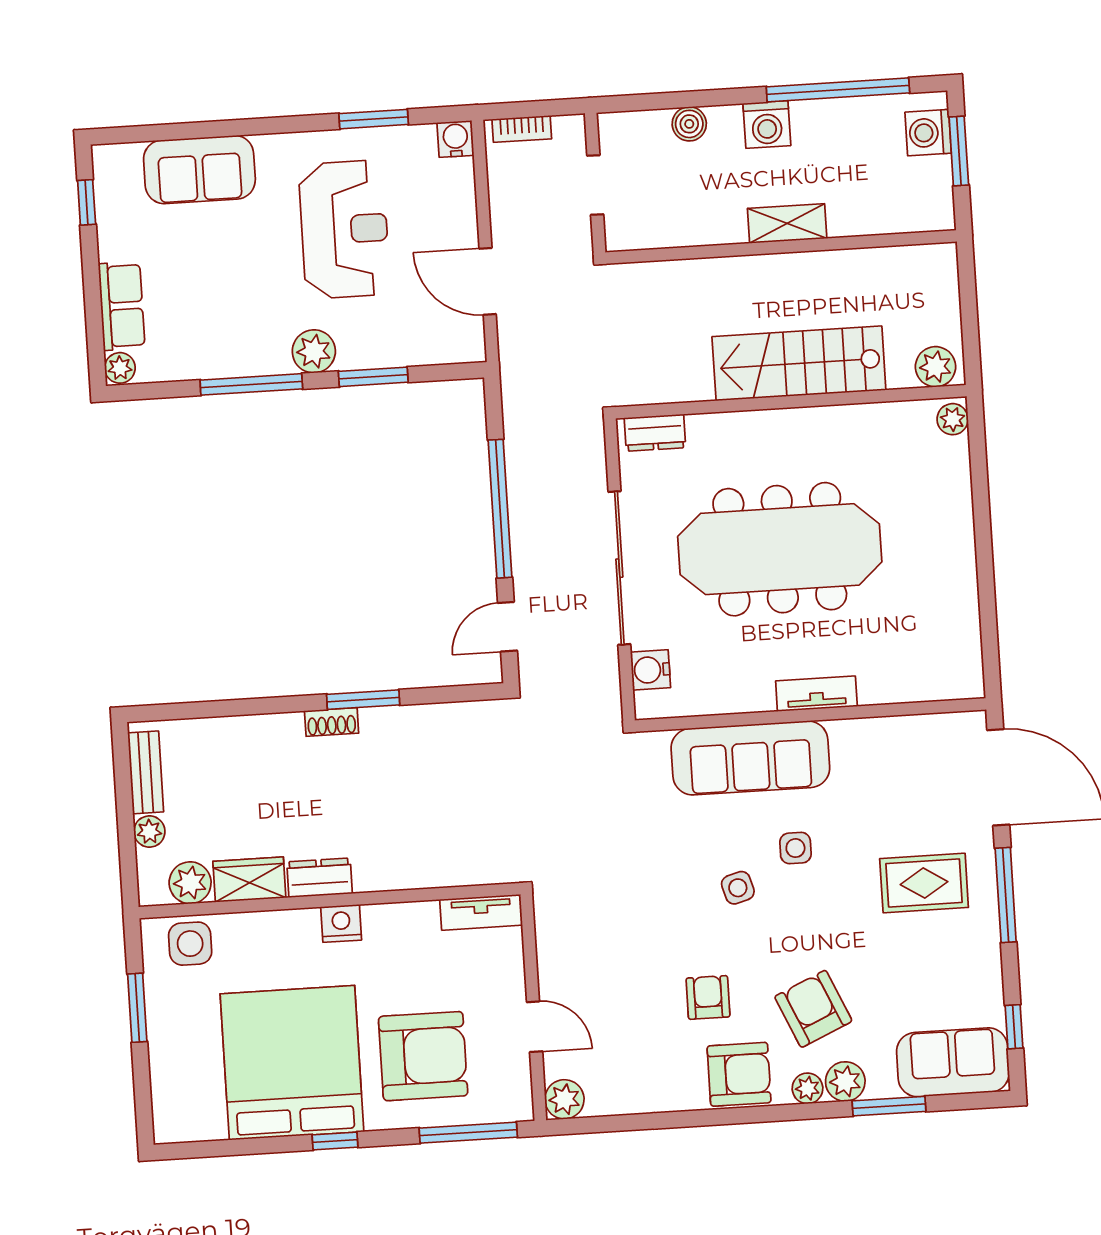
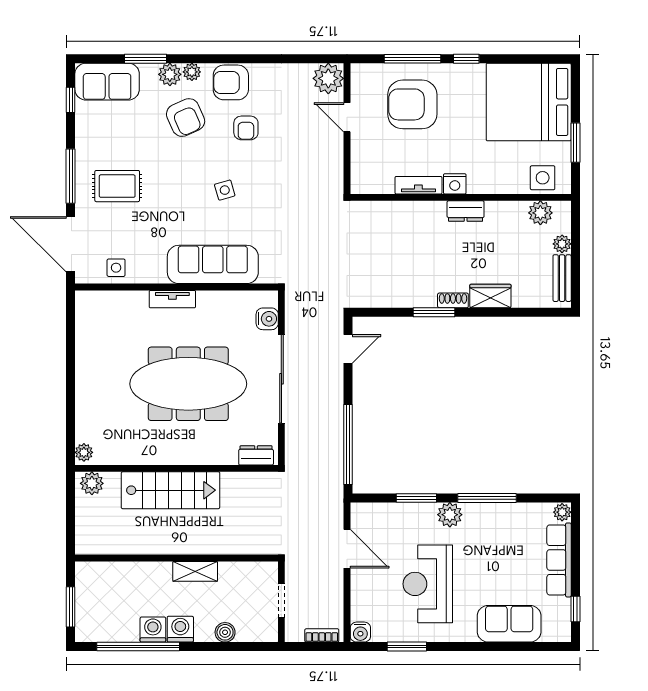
washing machine: (928, 133) -> (153, 630), moved, turned -90
shelving: (787, 223) -> (195, 571), moved
row of seats: (122, 306) -> (559, 560), width x1.48
window: (500, 509) -> (348, 445), moved
side table: (795, 848) -> (116, 268), moved
wardrobe: (249, 880) -> (490, 296), moved, turned 180
tv unit: (481, 912) -> (418, 185), moved
bed: (292, 1063) -> (529, 102), moved, turned 90
plant: (564, 1099) -> (328, 78), width x1.36, depth x1.36
window: (468, 1133) -> (413, 59), moved

